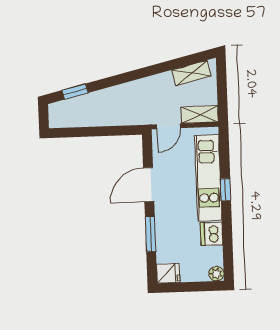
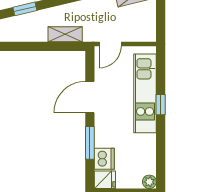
shelving: (200, 115) -> (65, 34), moved
dishwasher: (212, 234) -> (104, 159), moved, turned 180

